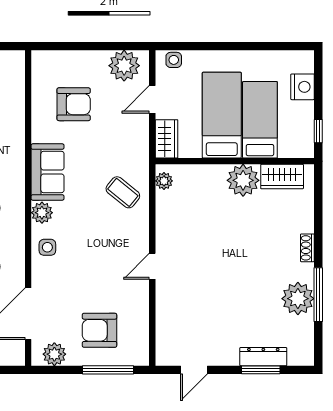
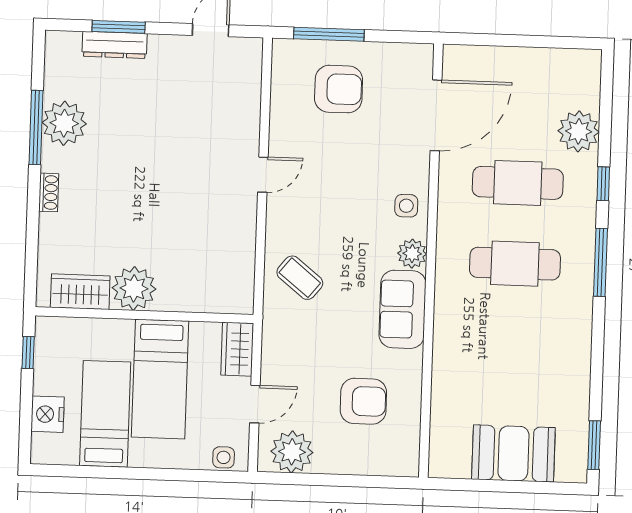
armchair: (74, 104) -> (363, 401), turned 180
bed: (260, 120) -> (105, 414), moved, turned 180
plant: (164, 181) -> (243, 291), removed
plant: (54, 354) -> (402, 58), removed

